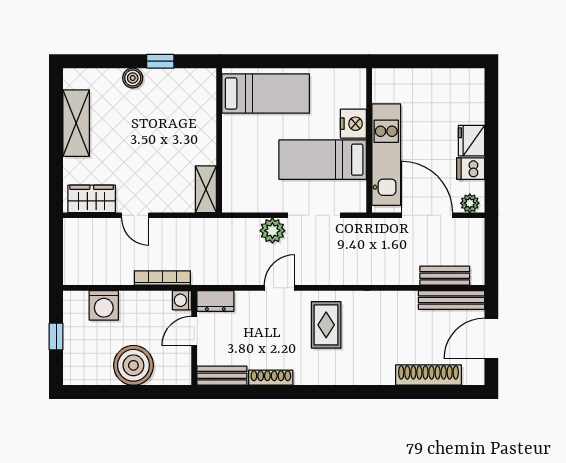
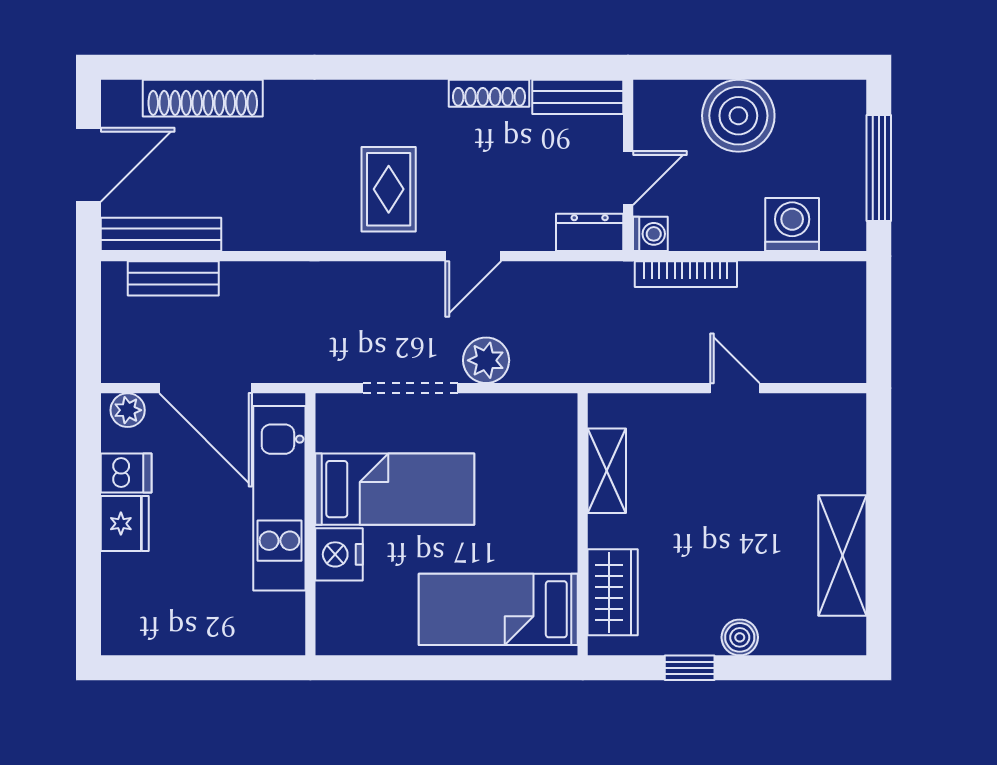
shelving: (206, 189) -> (607, 471), moved
wardrobe: (92, 199) -> (613, 592), moved, turned -90
window: (56, 337) -> (879, 168), width x2.17

